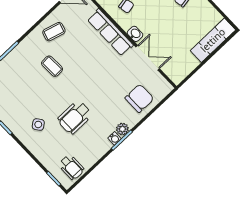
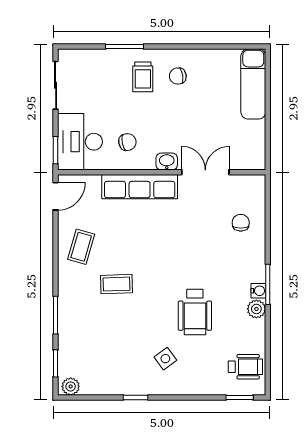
chair: (139, 98) -> (241, 223), width x0.54, depth x0.54
plant: (122, 129) -> (256, 309), moved

